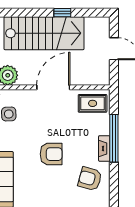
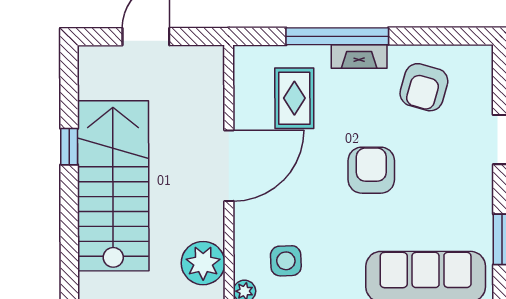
door: (53, 87) -> (229, 166), swing flipped
rug: (93, 103) -> (294, 98), moved

